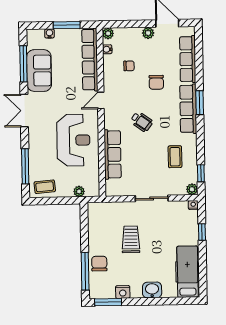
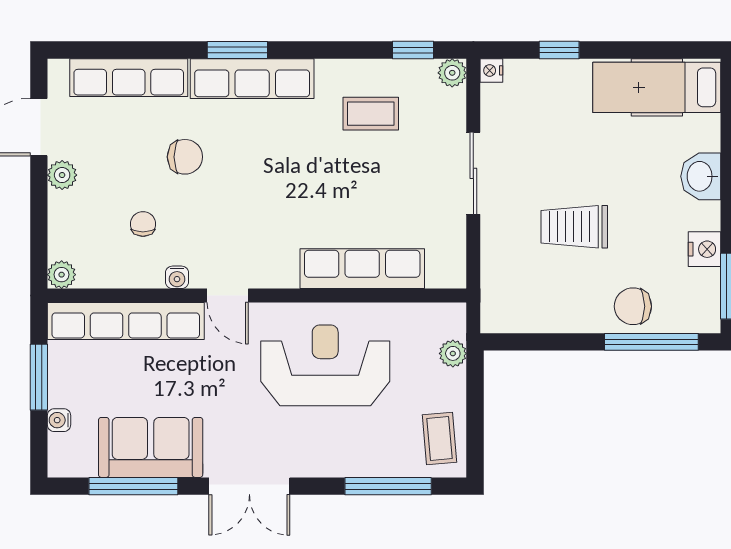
water cooler: (107, 49) -> (177, 277), moved
wheelchair: (142, 122) -> (282, 195), removed

